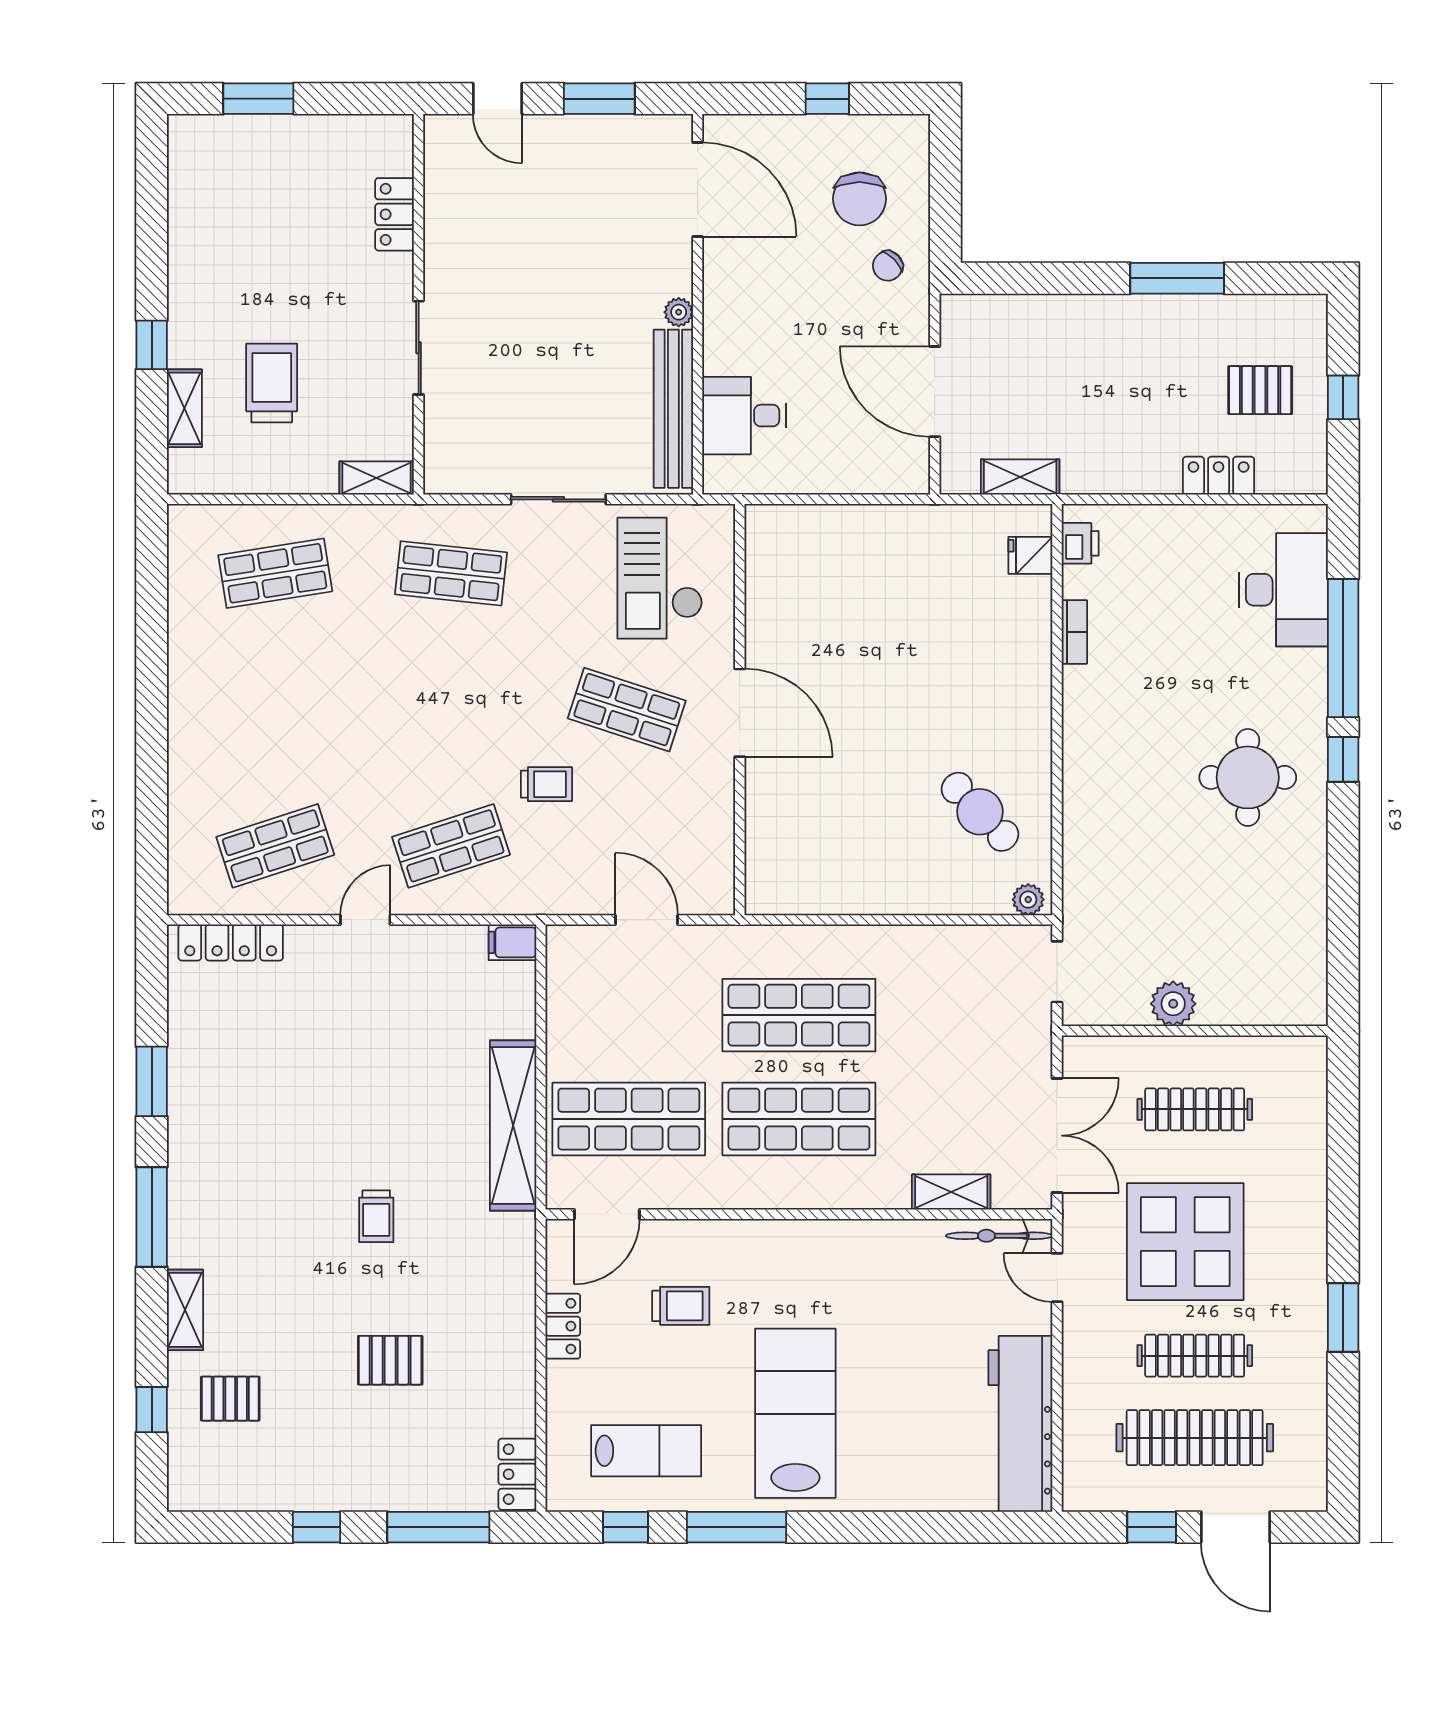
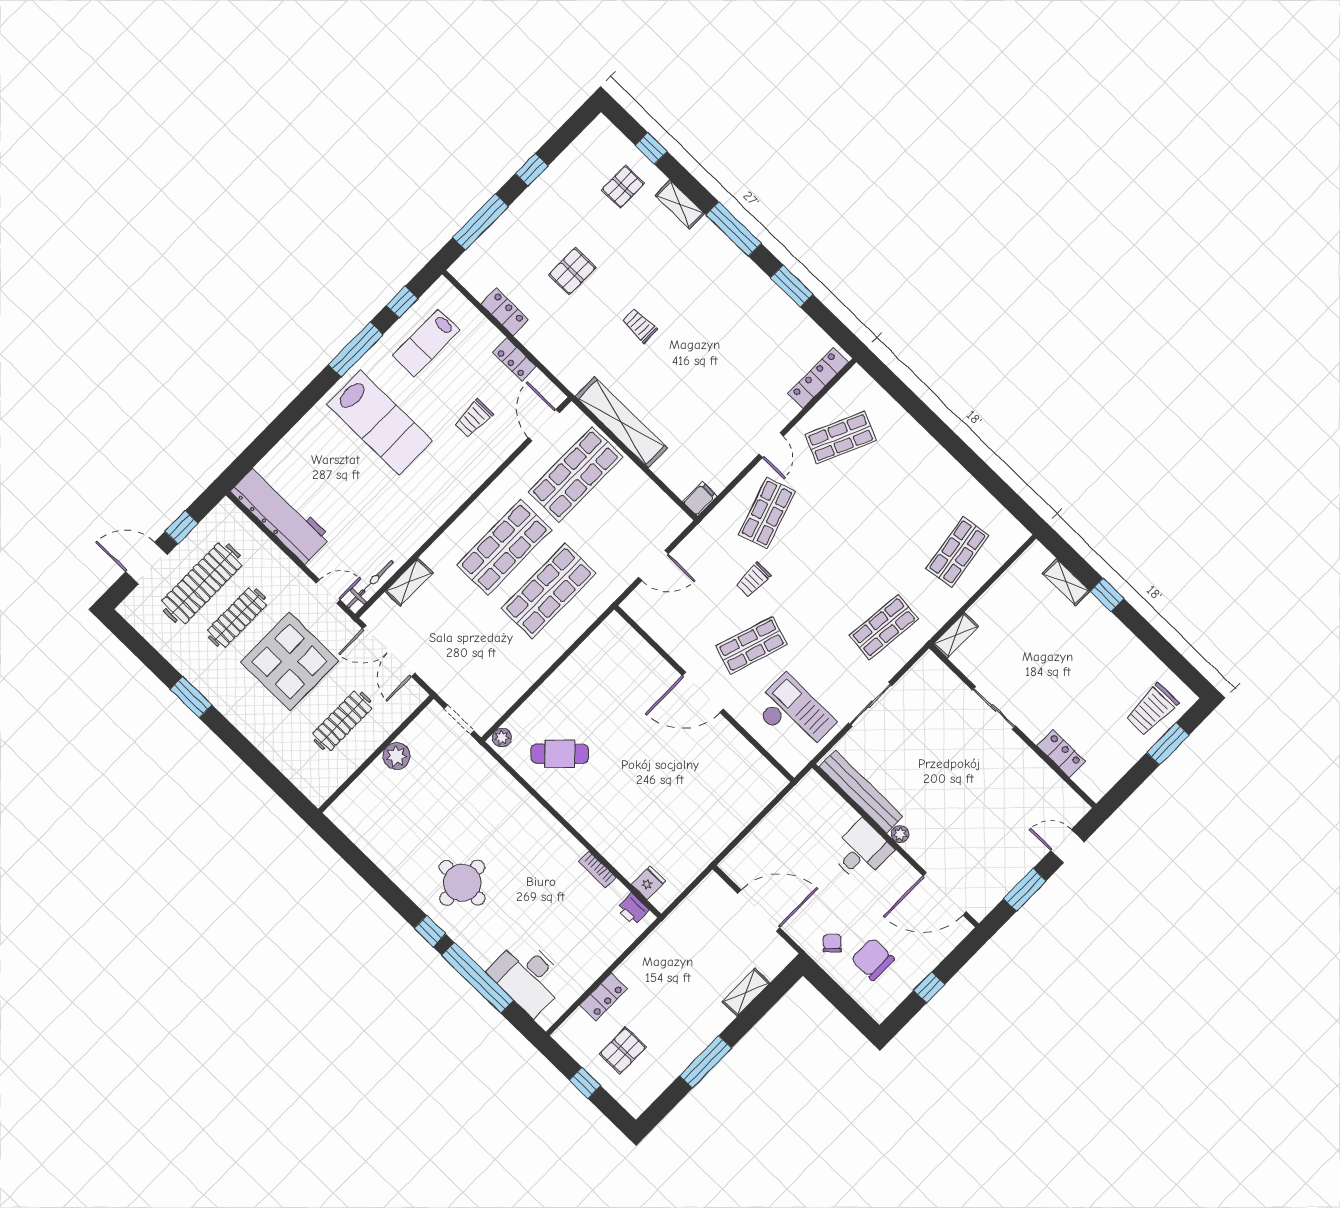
trolley: (272, 383) -> (1152, 709), moved, turned 90
desk: (744, 416) -> (861, 851), moved
shelving: (1020, 477) -> (746, 992), moved
shop shelf: (275, 846) -> (841, 438), turned 42
locker: (517, 1474) -> (505, 312), moved

